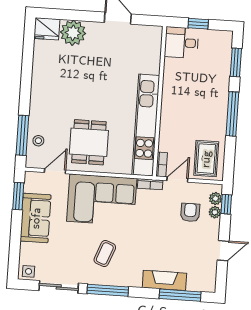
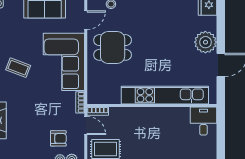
window: (198, 24) -> (221, 134), removed
plant: (73, 33) -> (205, 42), moved
kitchen unit: (146, 125) -> (165, 95), moved
door: (55, 171) -> (86, 20), hinge flipped

